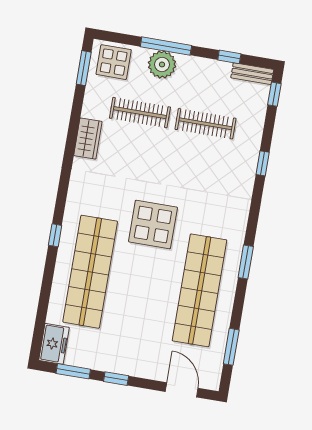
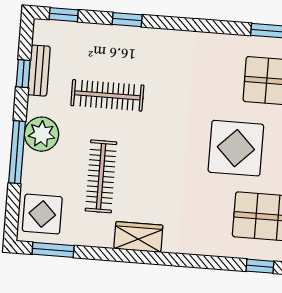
plant: (162, 64) -> (42, 134), moved
bench: (252, 74) -> (39, 71), moved
clothes rail: (205, 124) -> (107, 95), turned 90
window: (263, 163) -> (127, 20), moved

